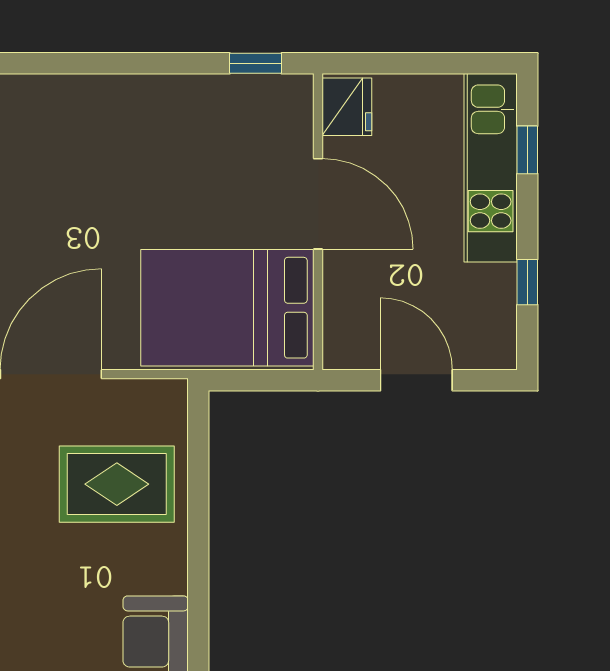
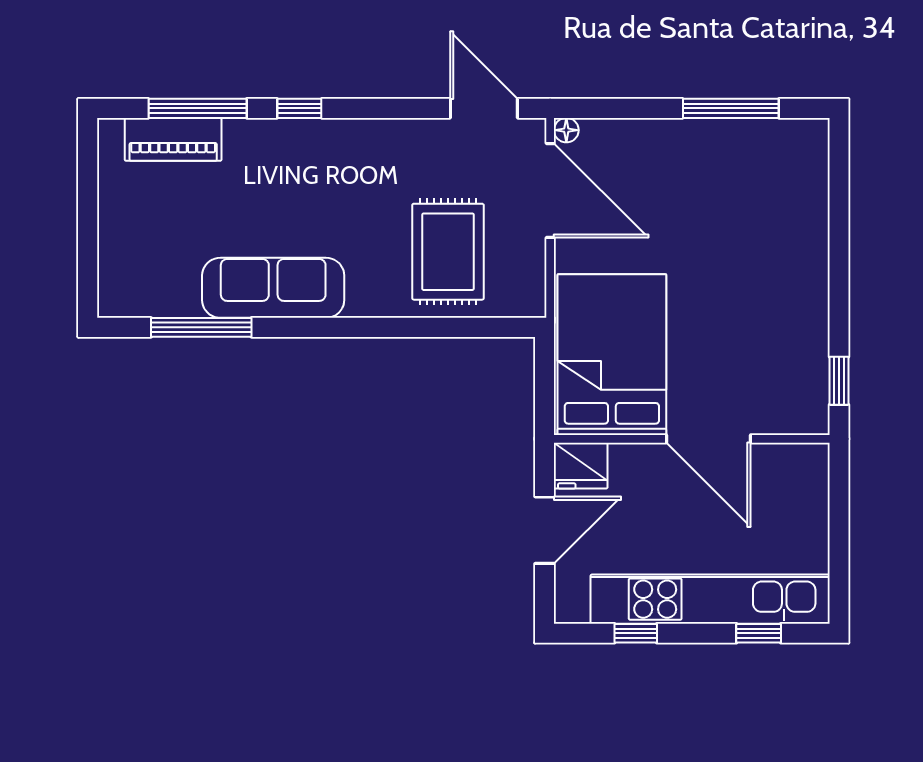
fridge: (347, 107) -> (581, 466), moved
kitchen unit: (491, 168) -> (710, 599), width x1.36
door: (318, 204) -> (708, 439), hinge flipped

